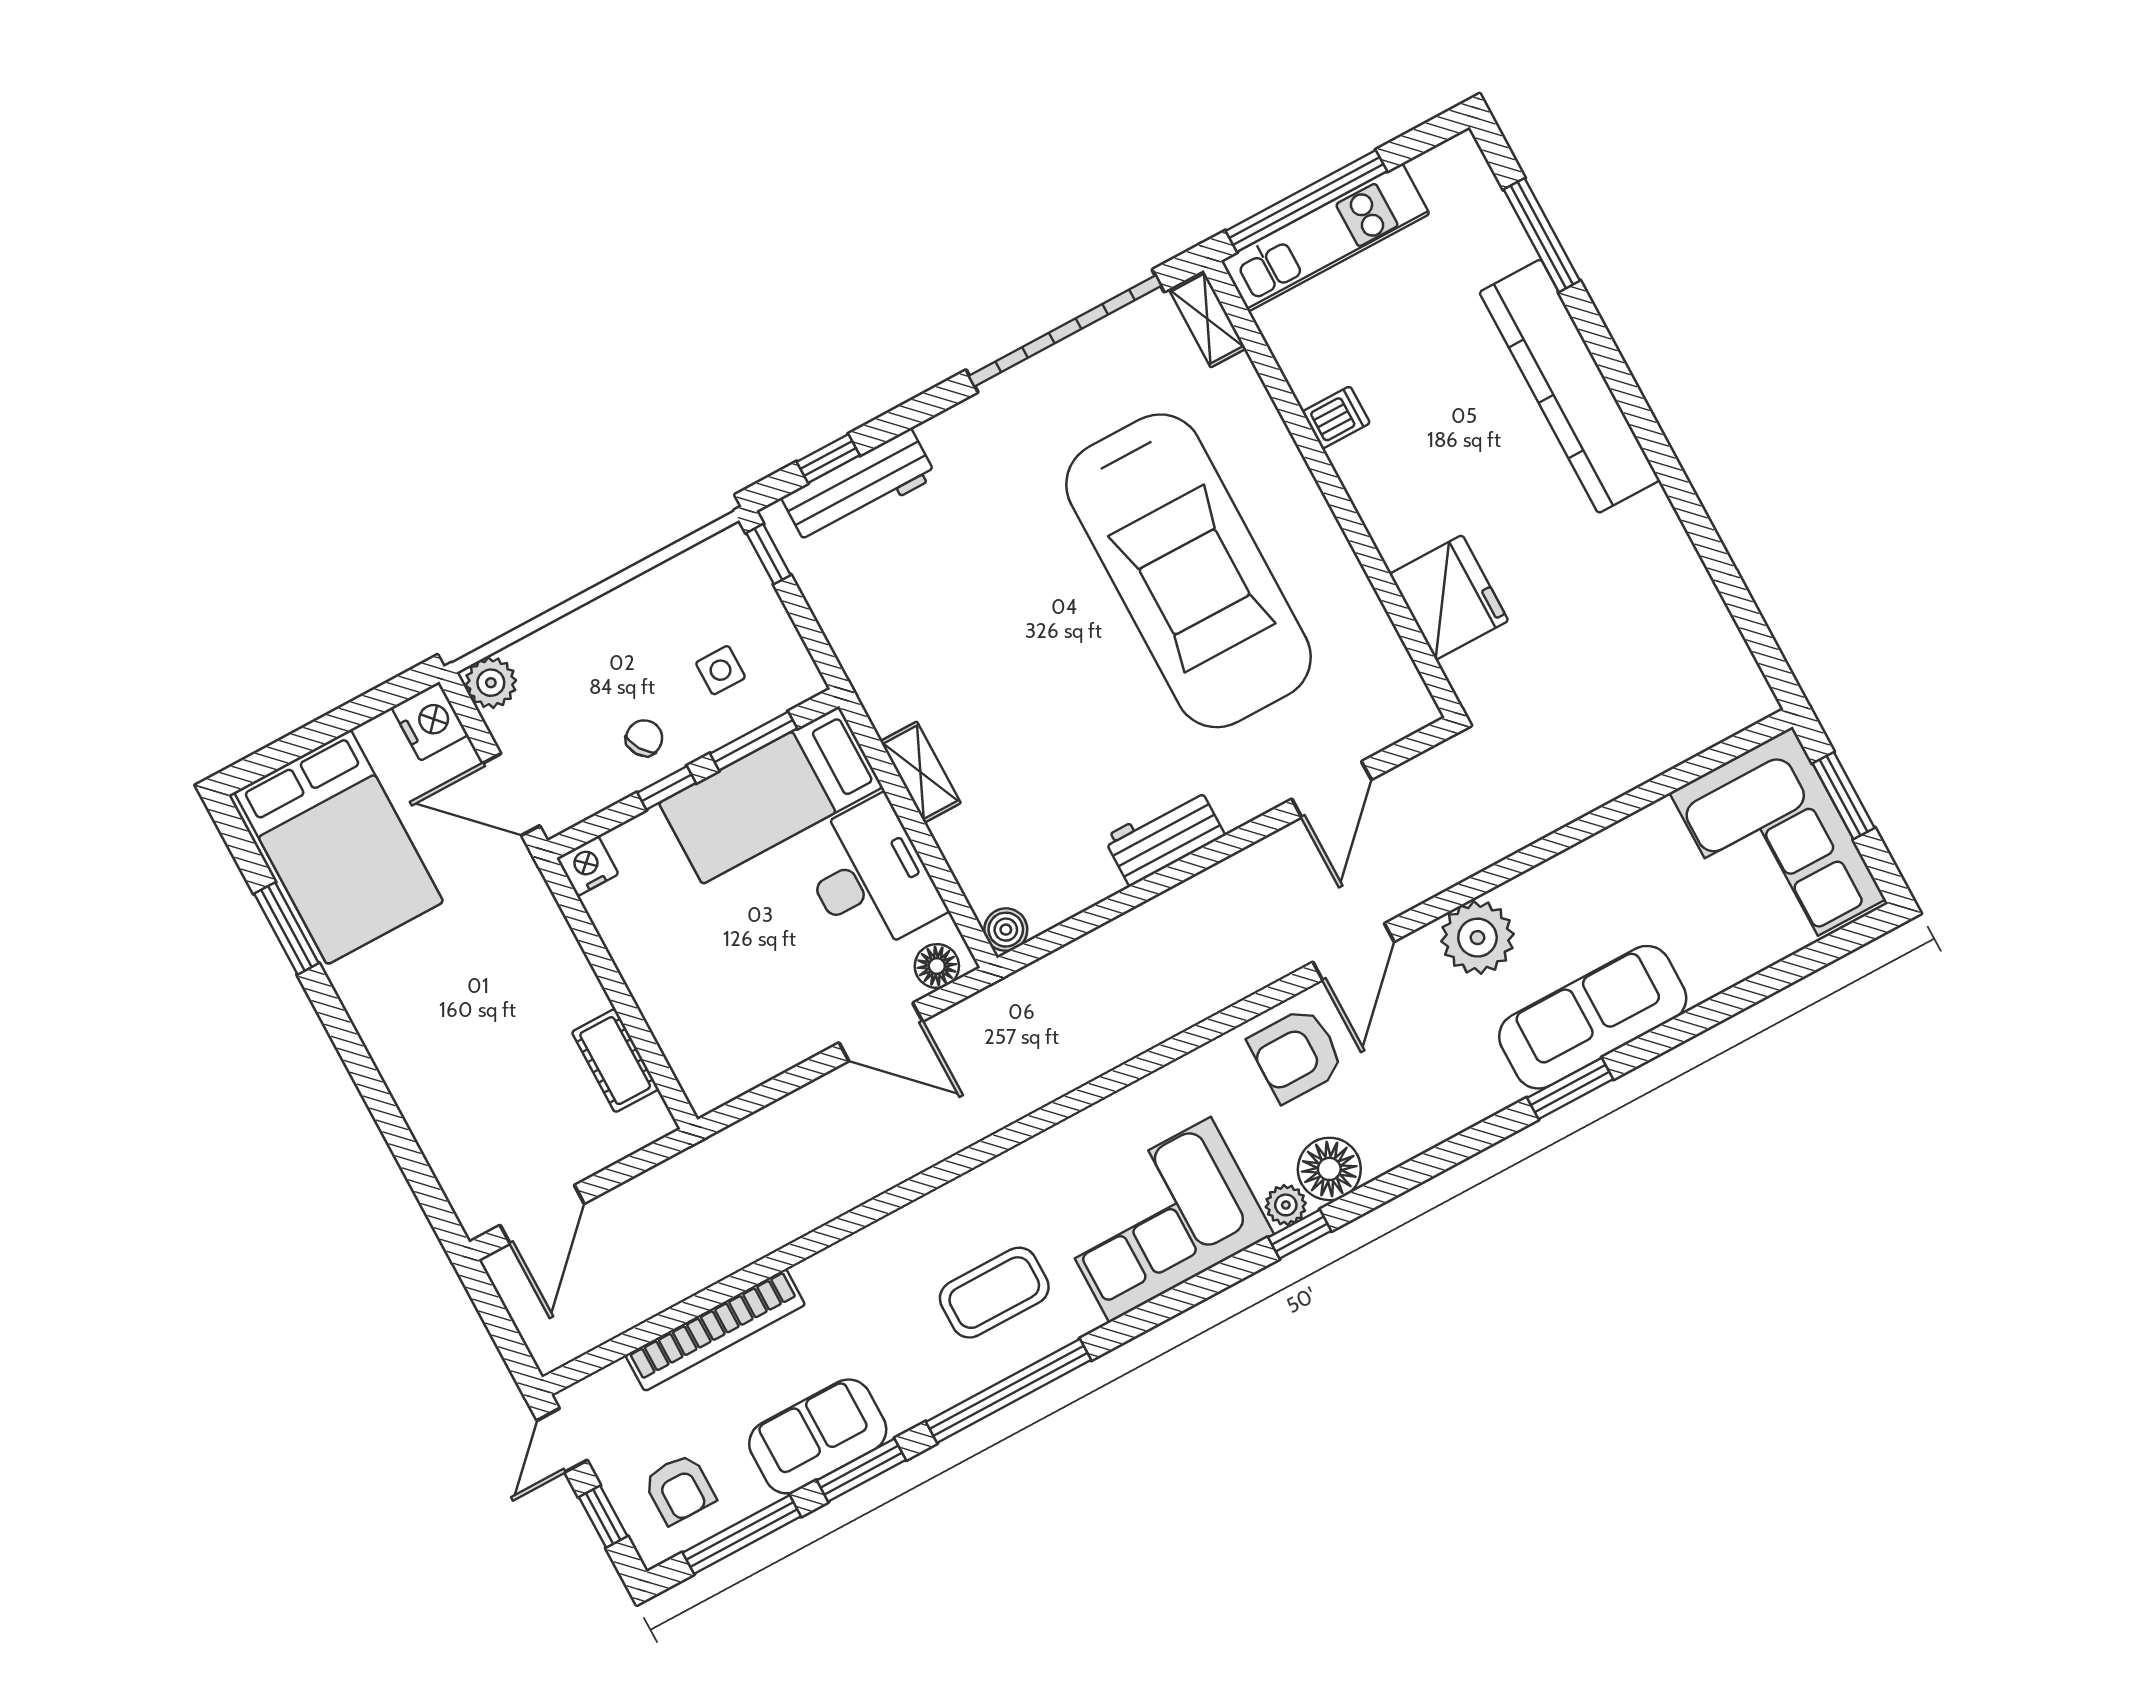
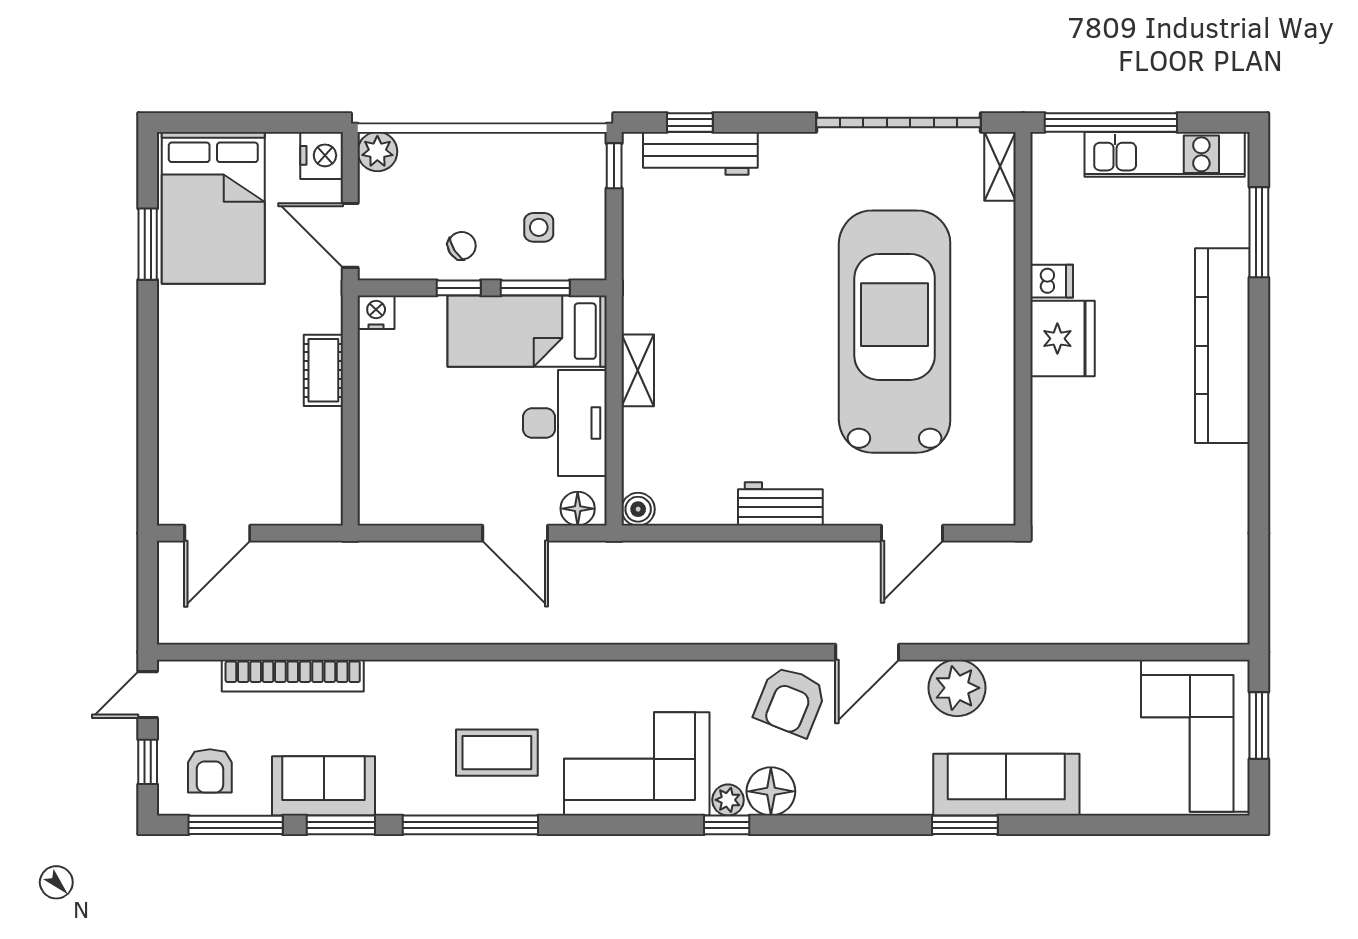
kitchen unit: (1325, 237) -> (1165, 154), moved
car: (1189, 571) -> (895, 332), turned 180
fridge: (1449, 597) -> (1063, 339), moved
armchair: (1296, 1054) -> (790, 701), turned -68
cot: (615, 1061) -> (323, 370), moved

